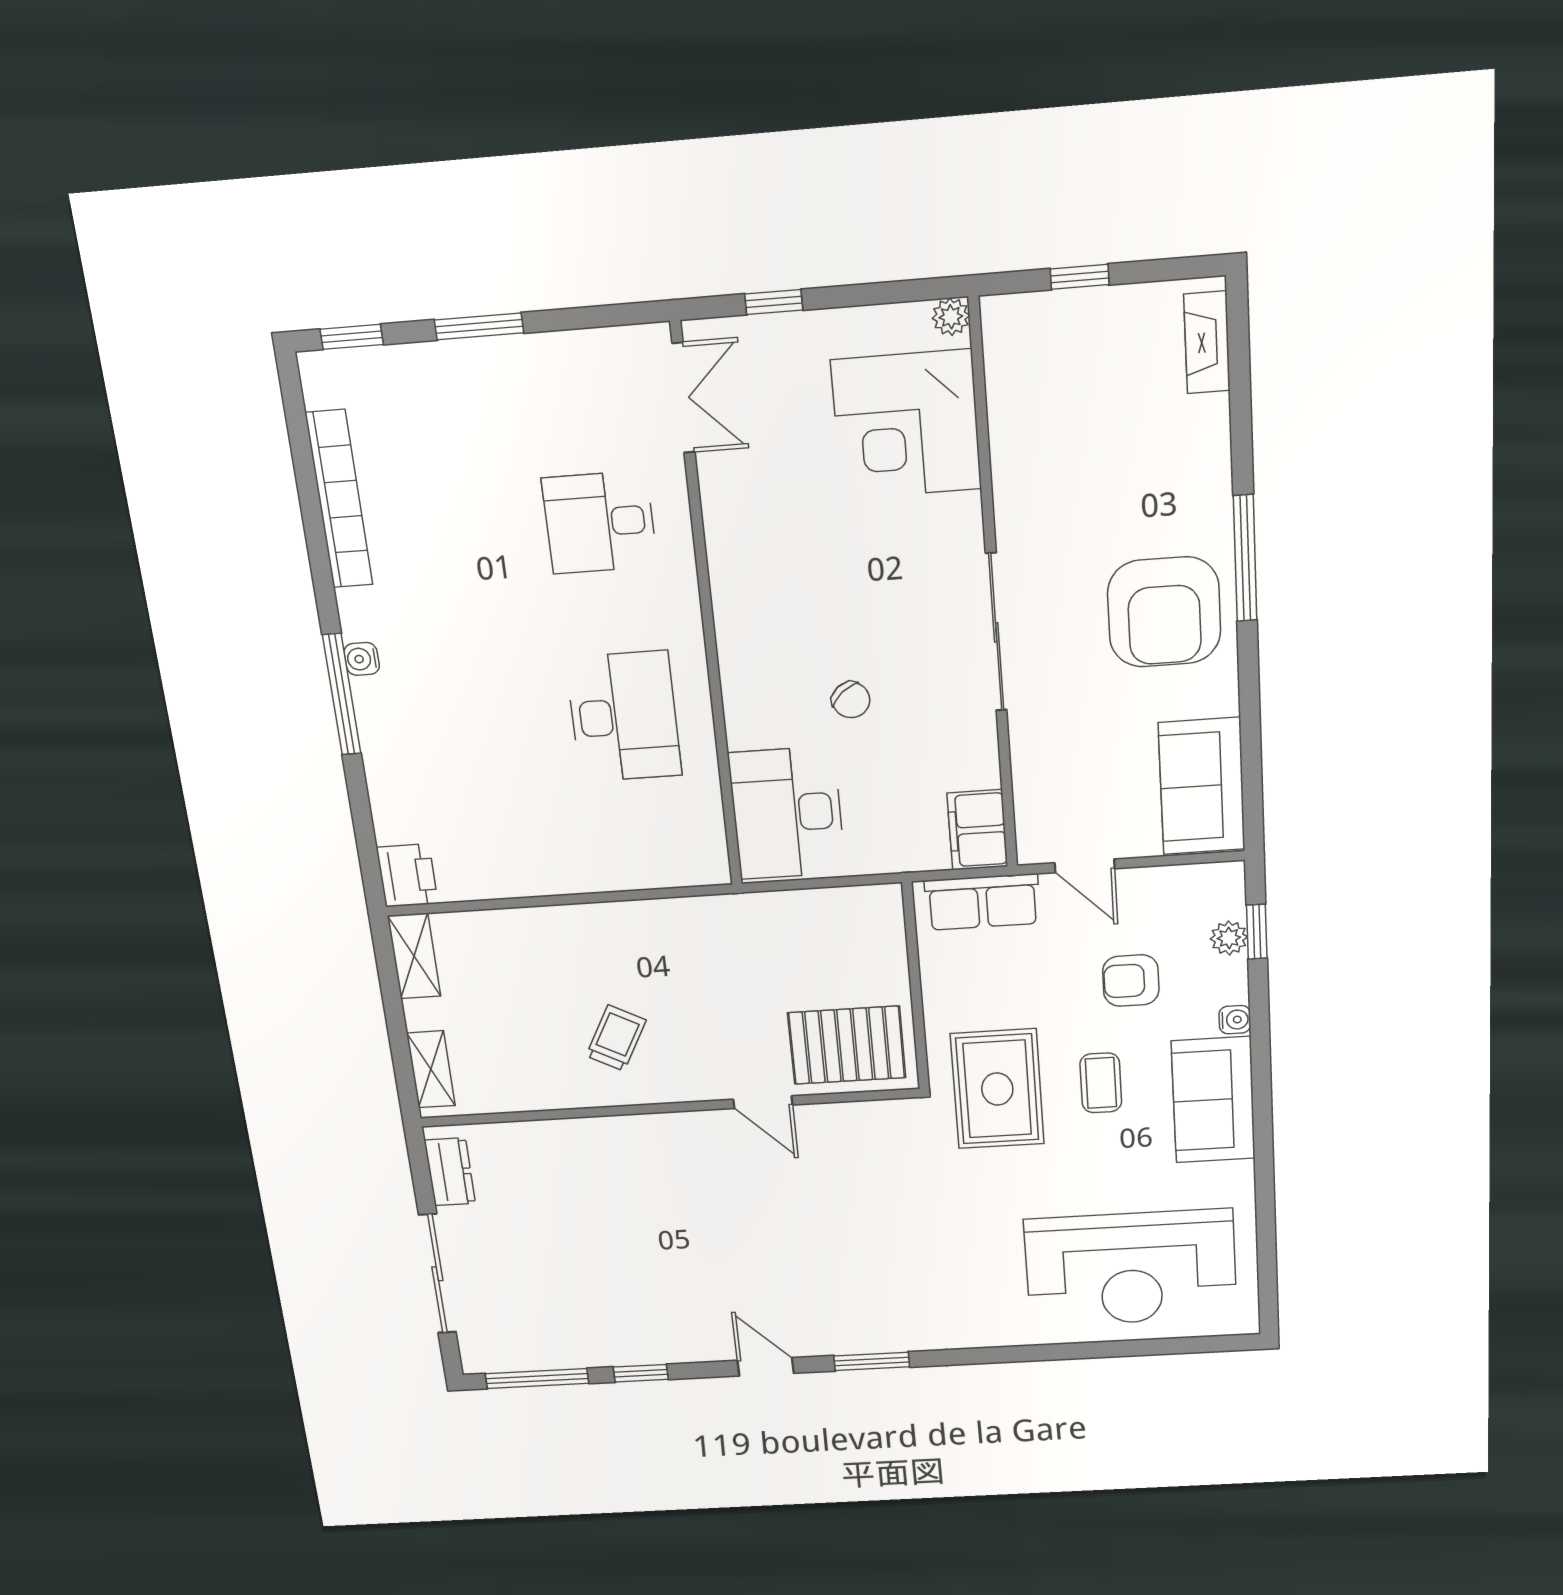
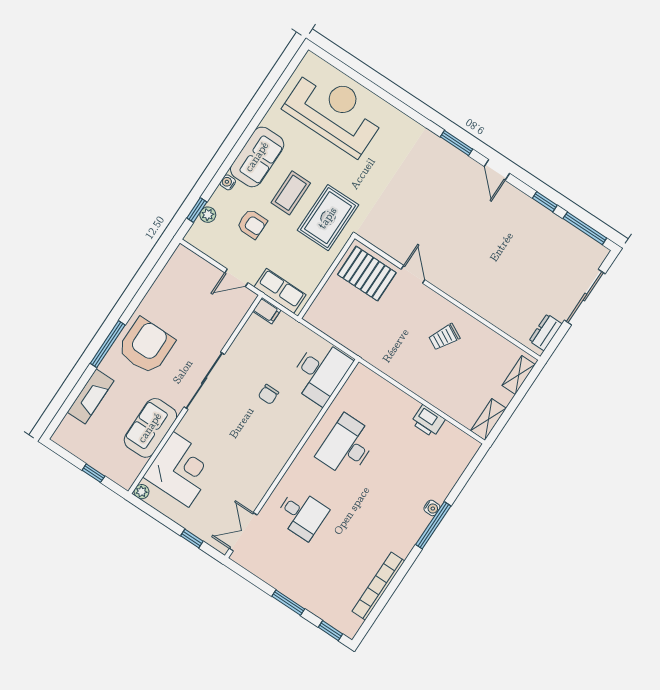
fireplace: (1207, 342) -> (91, 396), moved, width x1.37, depth x1.32
water cooler: (362, 659) -> (432, 508), moved
chair: (851, 700) -> (268, 394), turned -140
sofa: (1202, 786) -> (150, 428), moved, turned 180
filing cabinet: (977, 830) -> (267, 311), width x0.50
door: (1085, 866) -> (236, 278), swing flipped
printer: (407, 875) -> (428, 421), moved, turned -90
coffee table: (1101, 1083) -> (291, 193), width x1.36, depth x1.30

